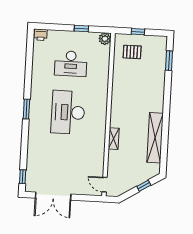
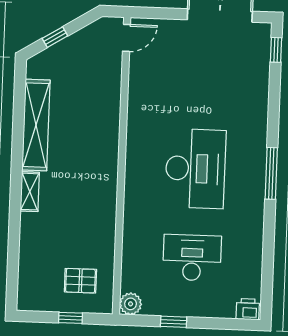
window: (169, 61) -> (13, 266), removed
window: (26, 109) -> (271, 173), width x1.44
shelving: (114, 139) -> (30, 192), moved
door: (105, 185) -> (126, 38), hinge flipped

